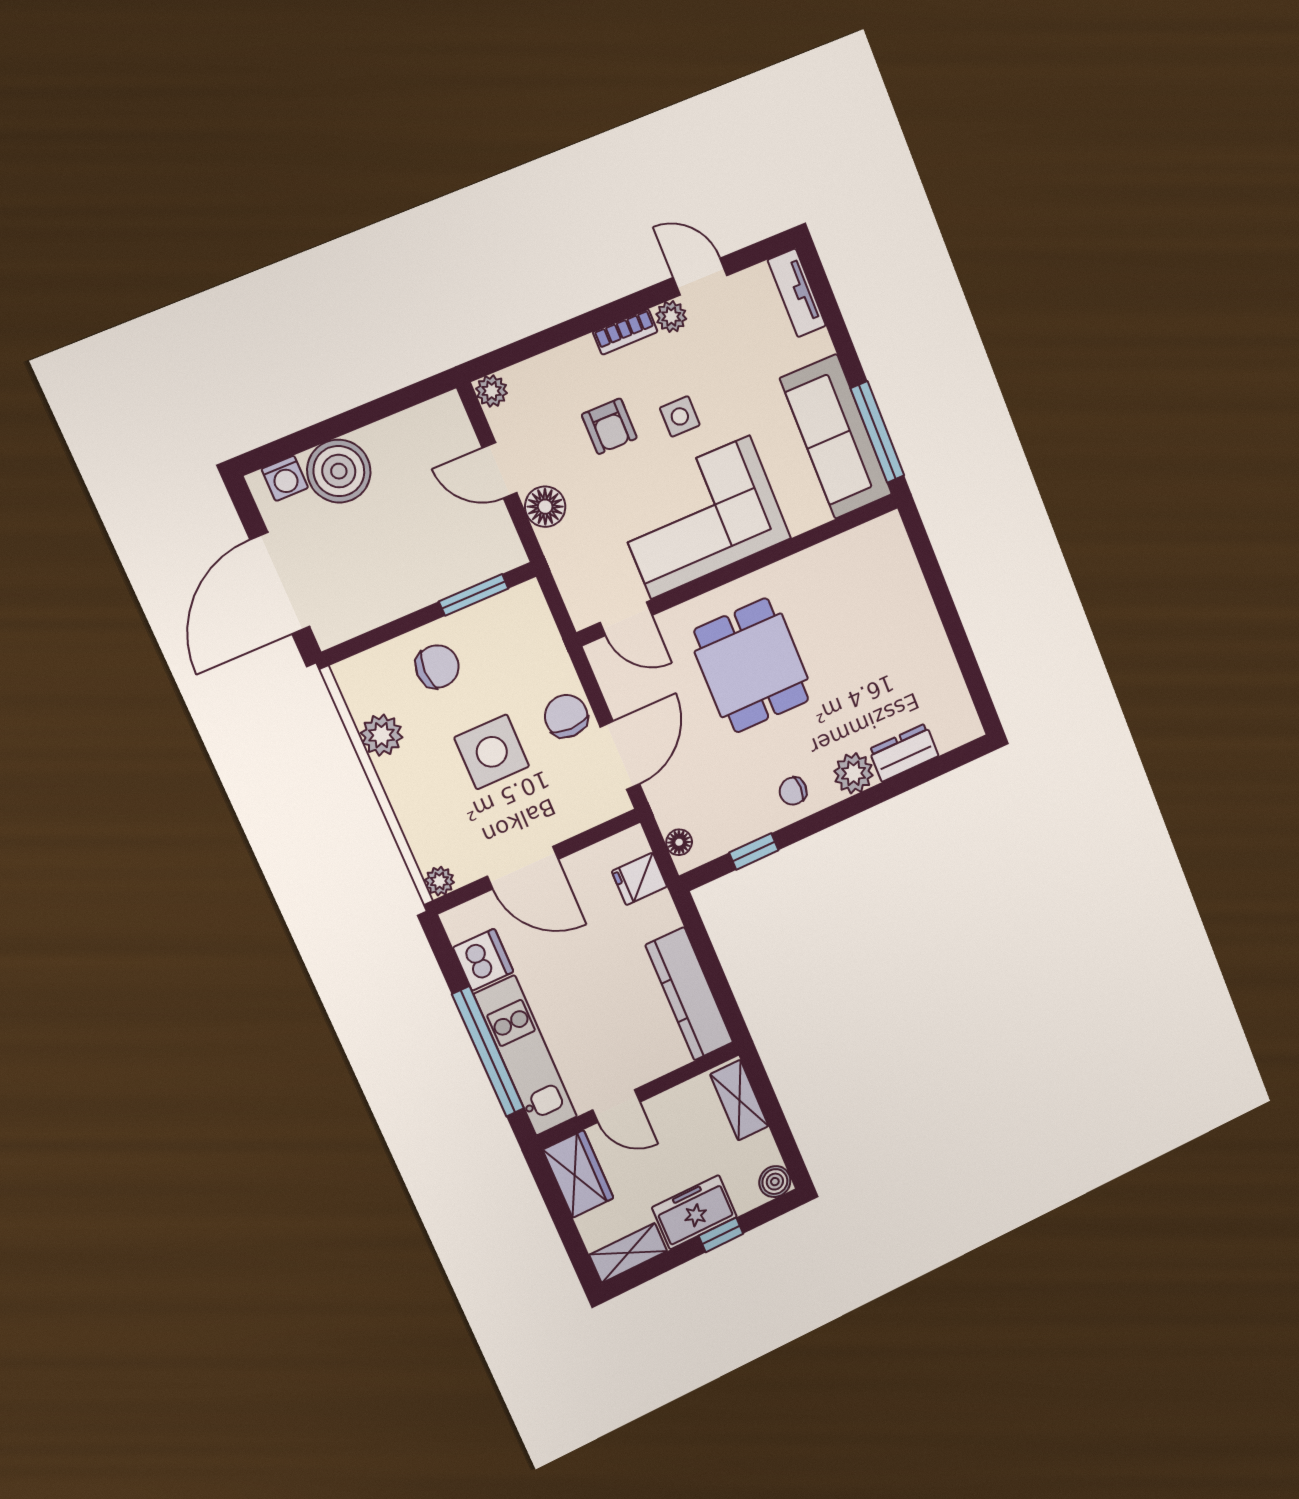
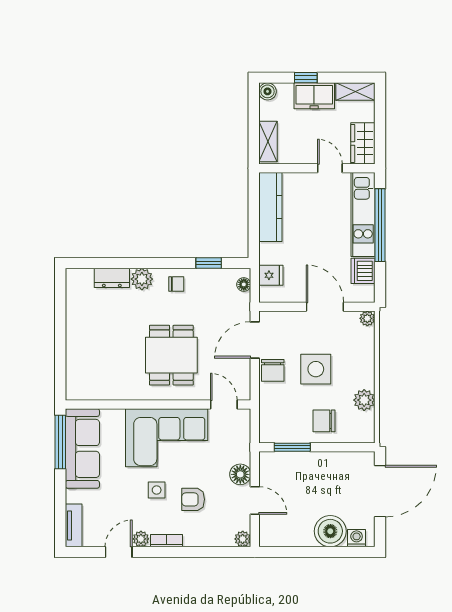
door: (700, 277) -> (119, 552), swing flipped
armchair: (609, 426) -> (193, 499), turned -90

